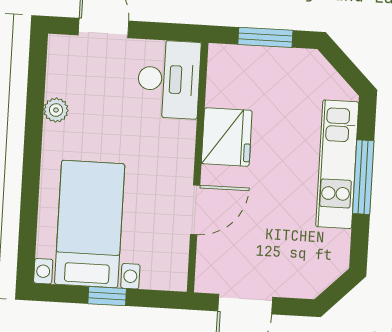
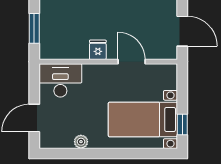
fridge: (227, 137) -> (98, 50), width x0.53, depth x0.75
window: (107, 296) -> (182, 125), moved

